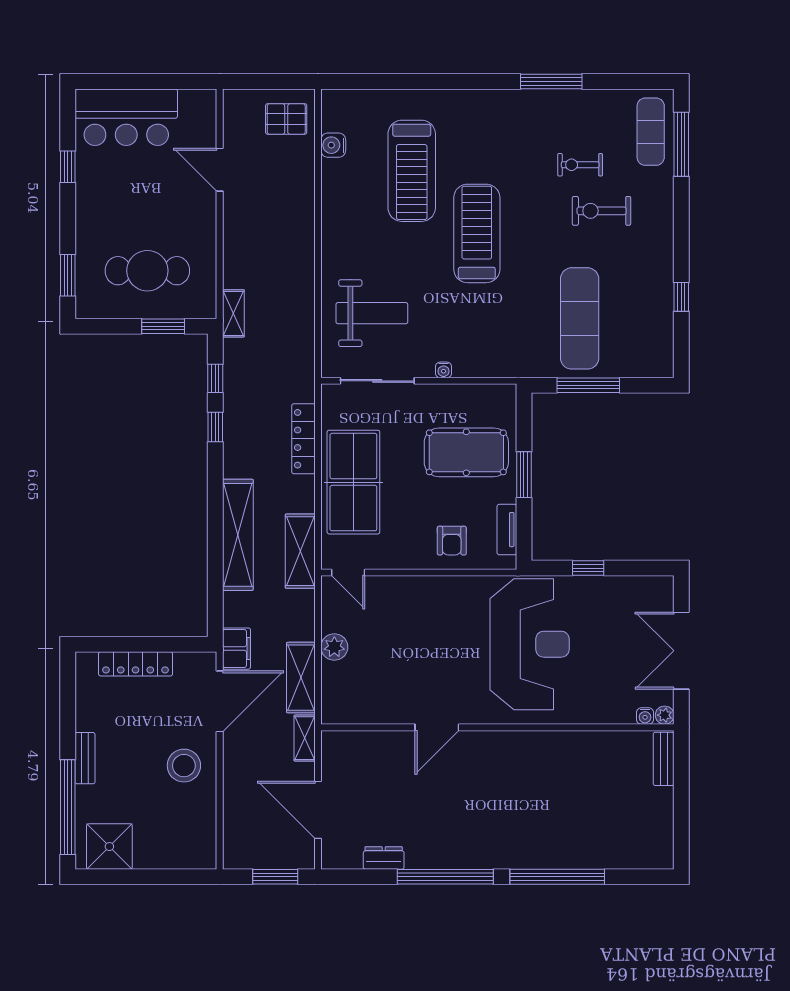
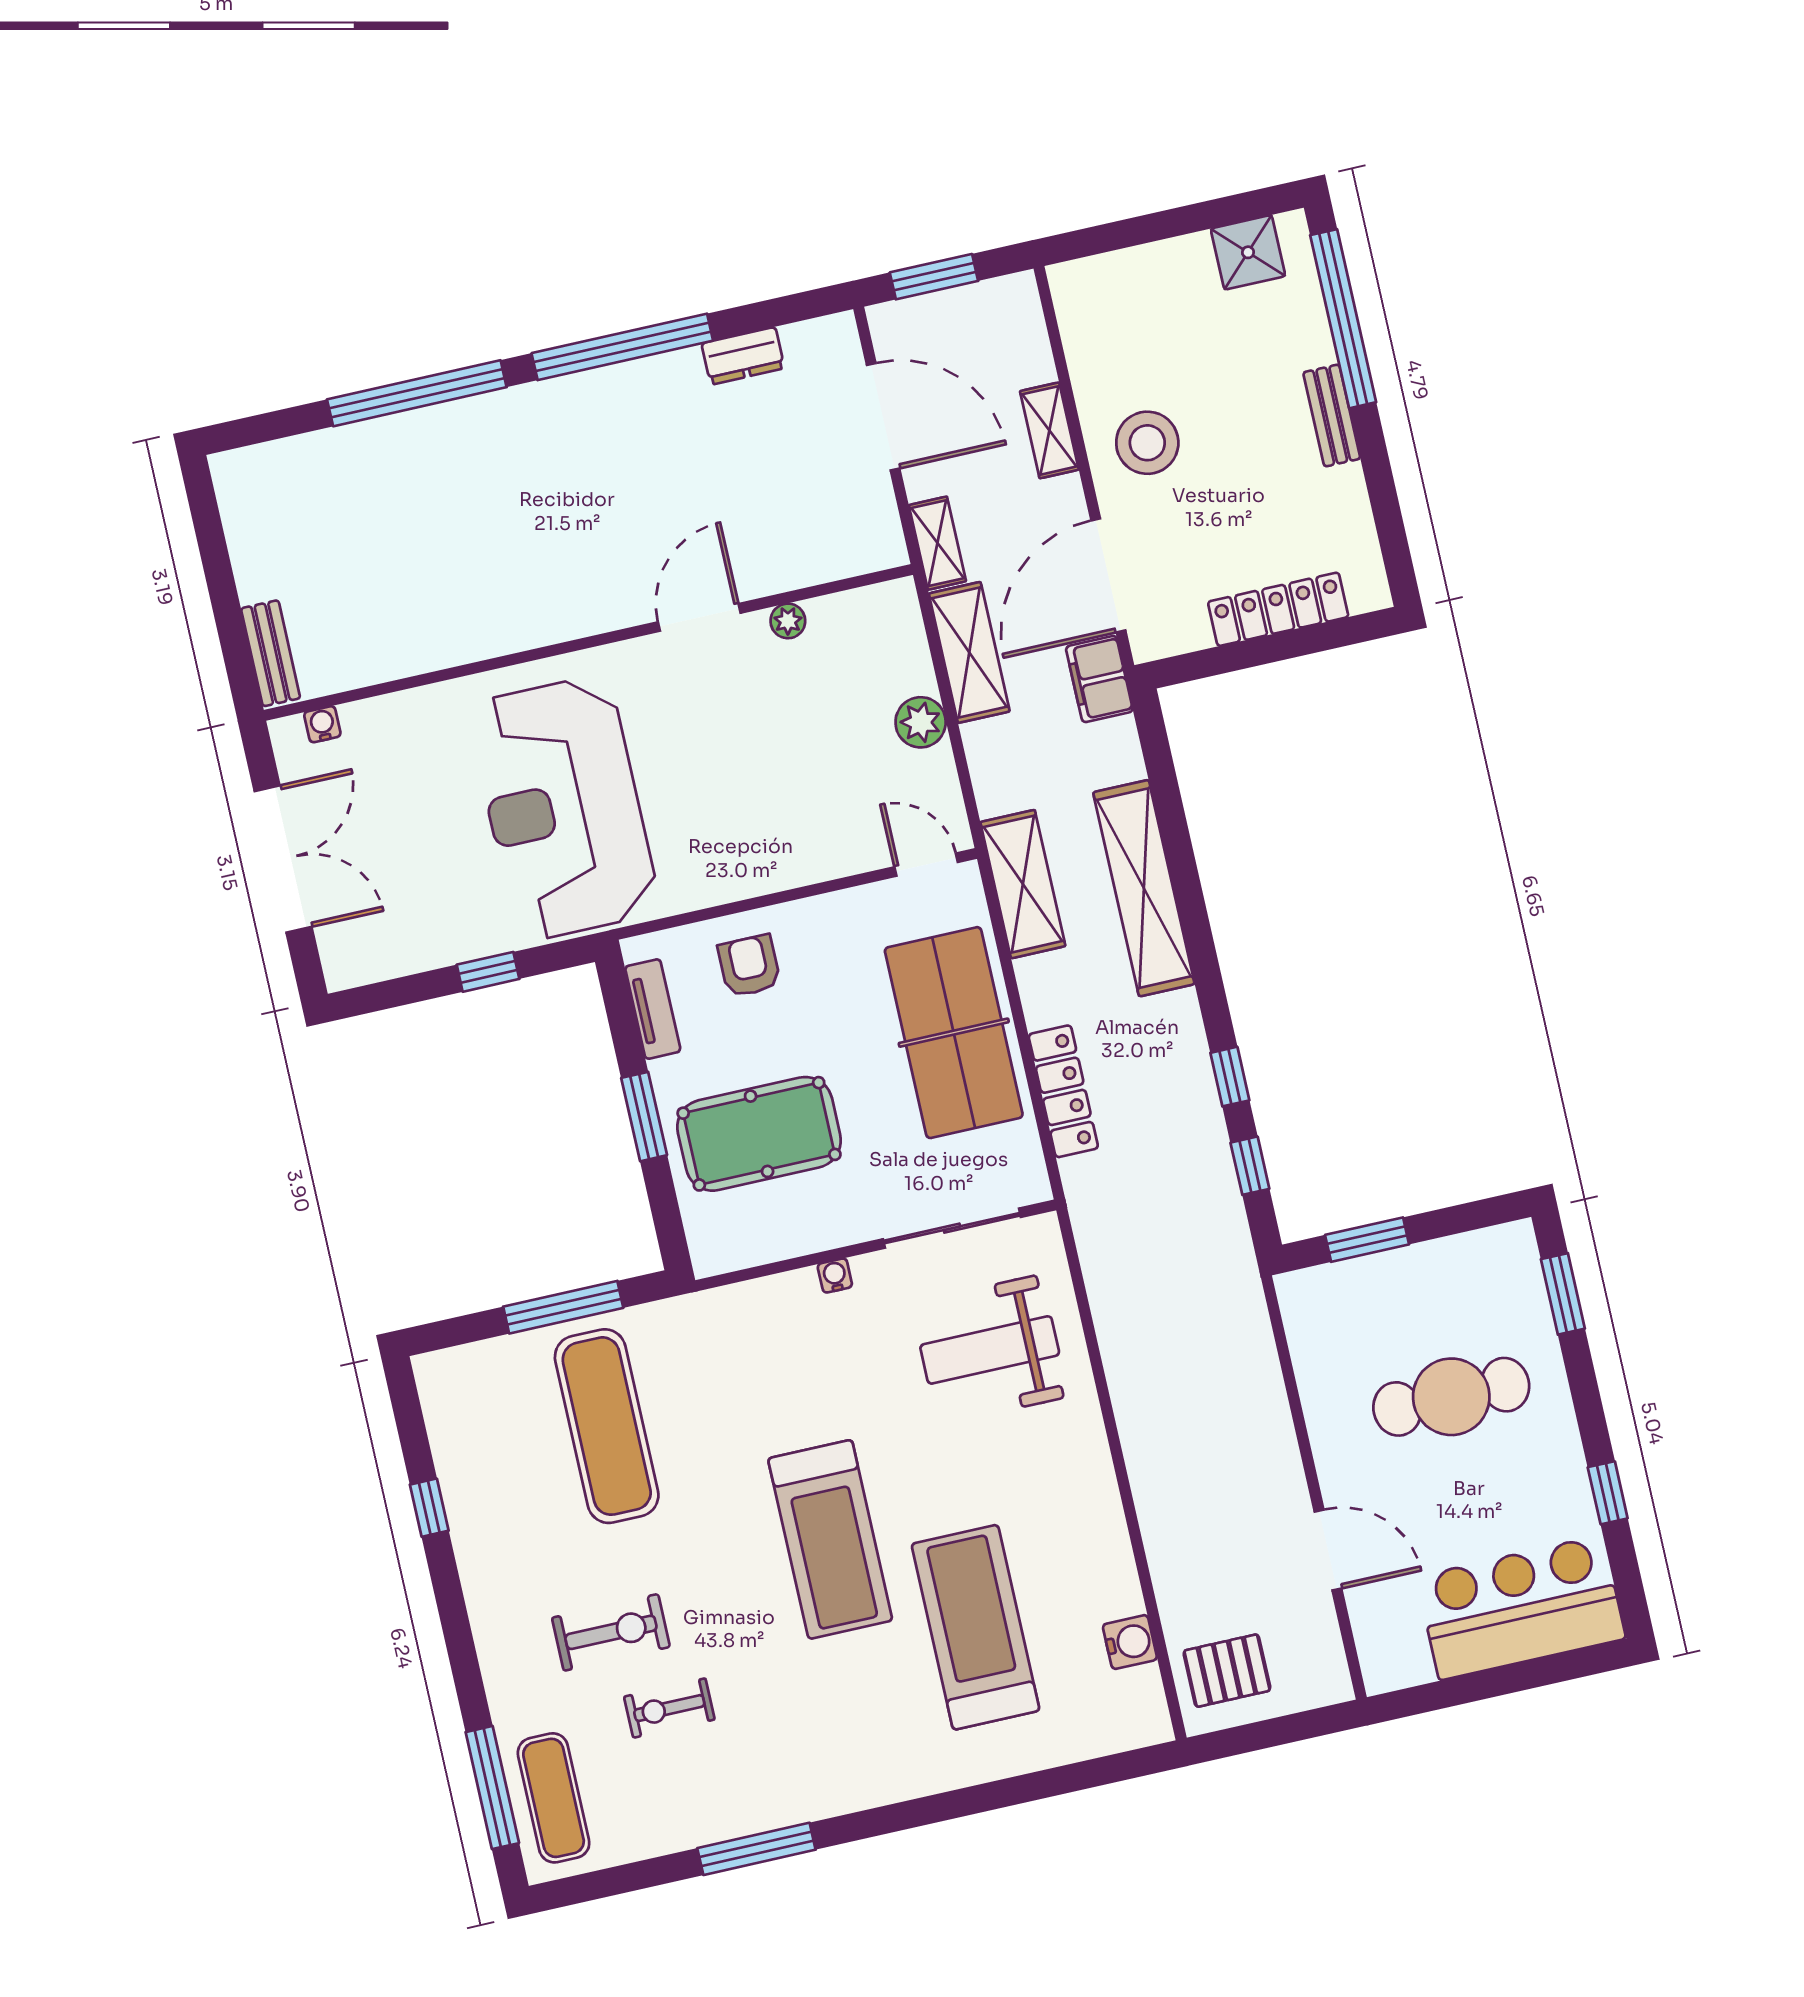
exercise bike: (580, 165) -> (669, 1708), turned 180
cafe table: (147, 271) -> (1451, 1397), moved
shelving: (233, 313) -> (1049, 430), moved
plant: (665, 715) -> (788, 621), moved
shower: (109, 847) -> (1248, 252), width x0.73, depth x0.73

